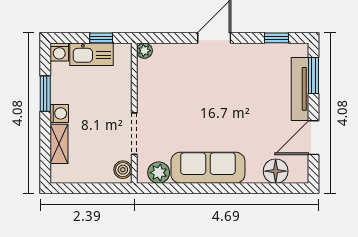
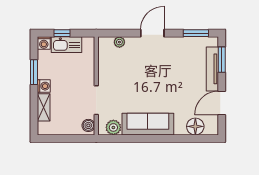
window: (101, 38) -> (62, 33), moved
window: (276, 38) -> (196, 33), width x1.50
plant: (144, 51) -> (119, 42), moved

